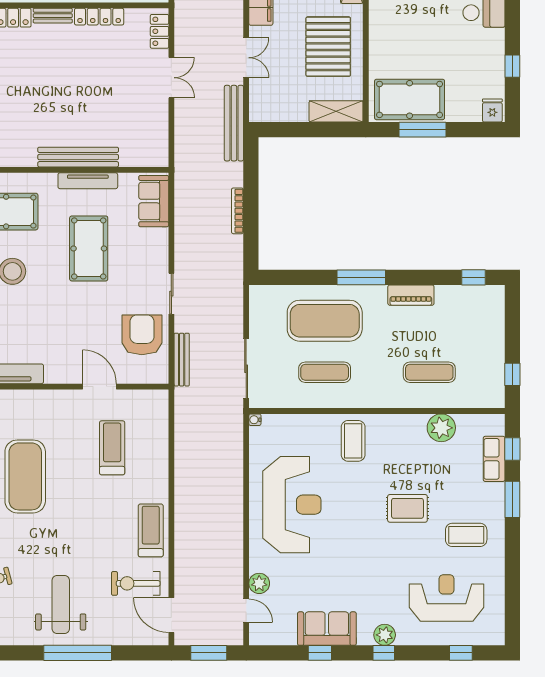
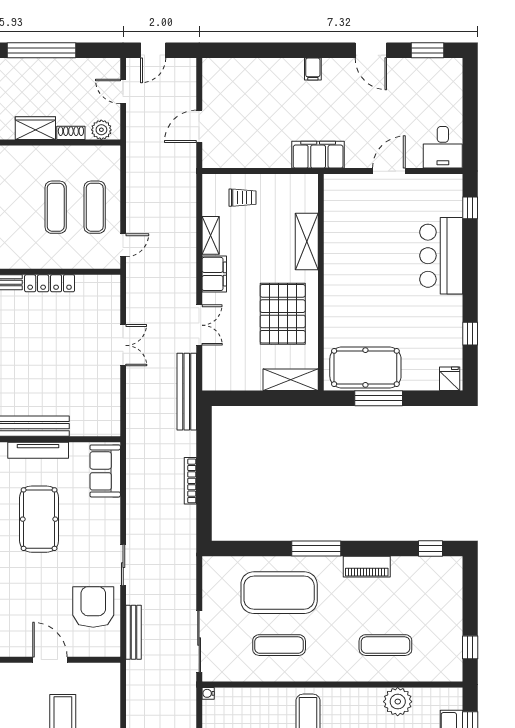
locker: (160, 31) -> (111, 298), removed

